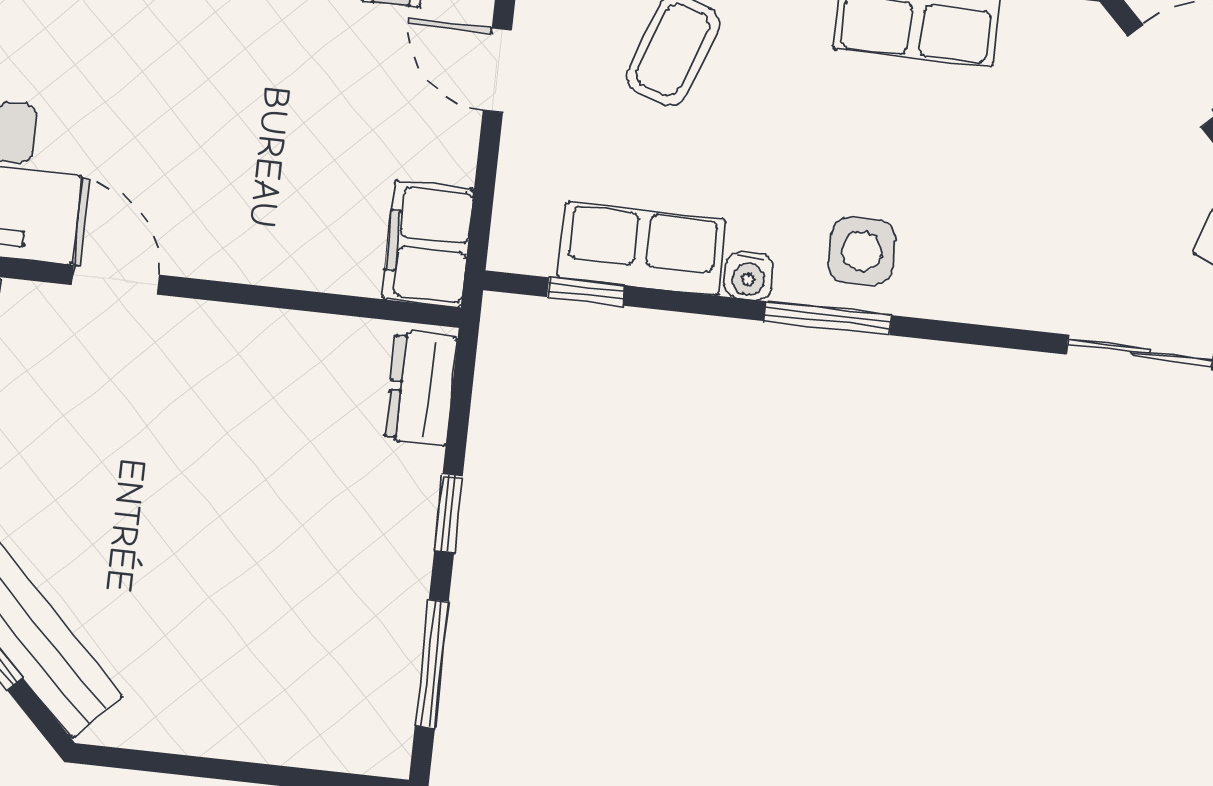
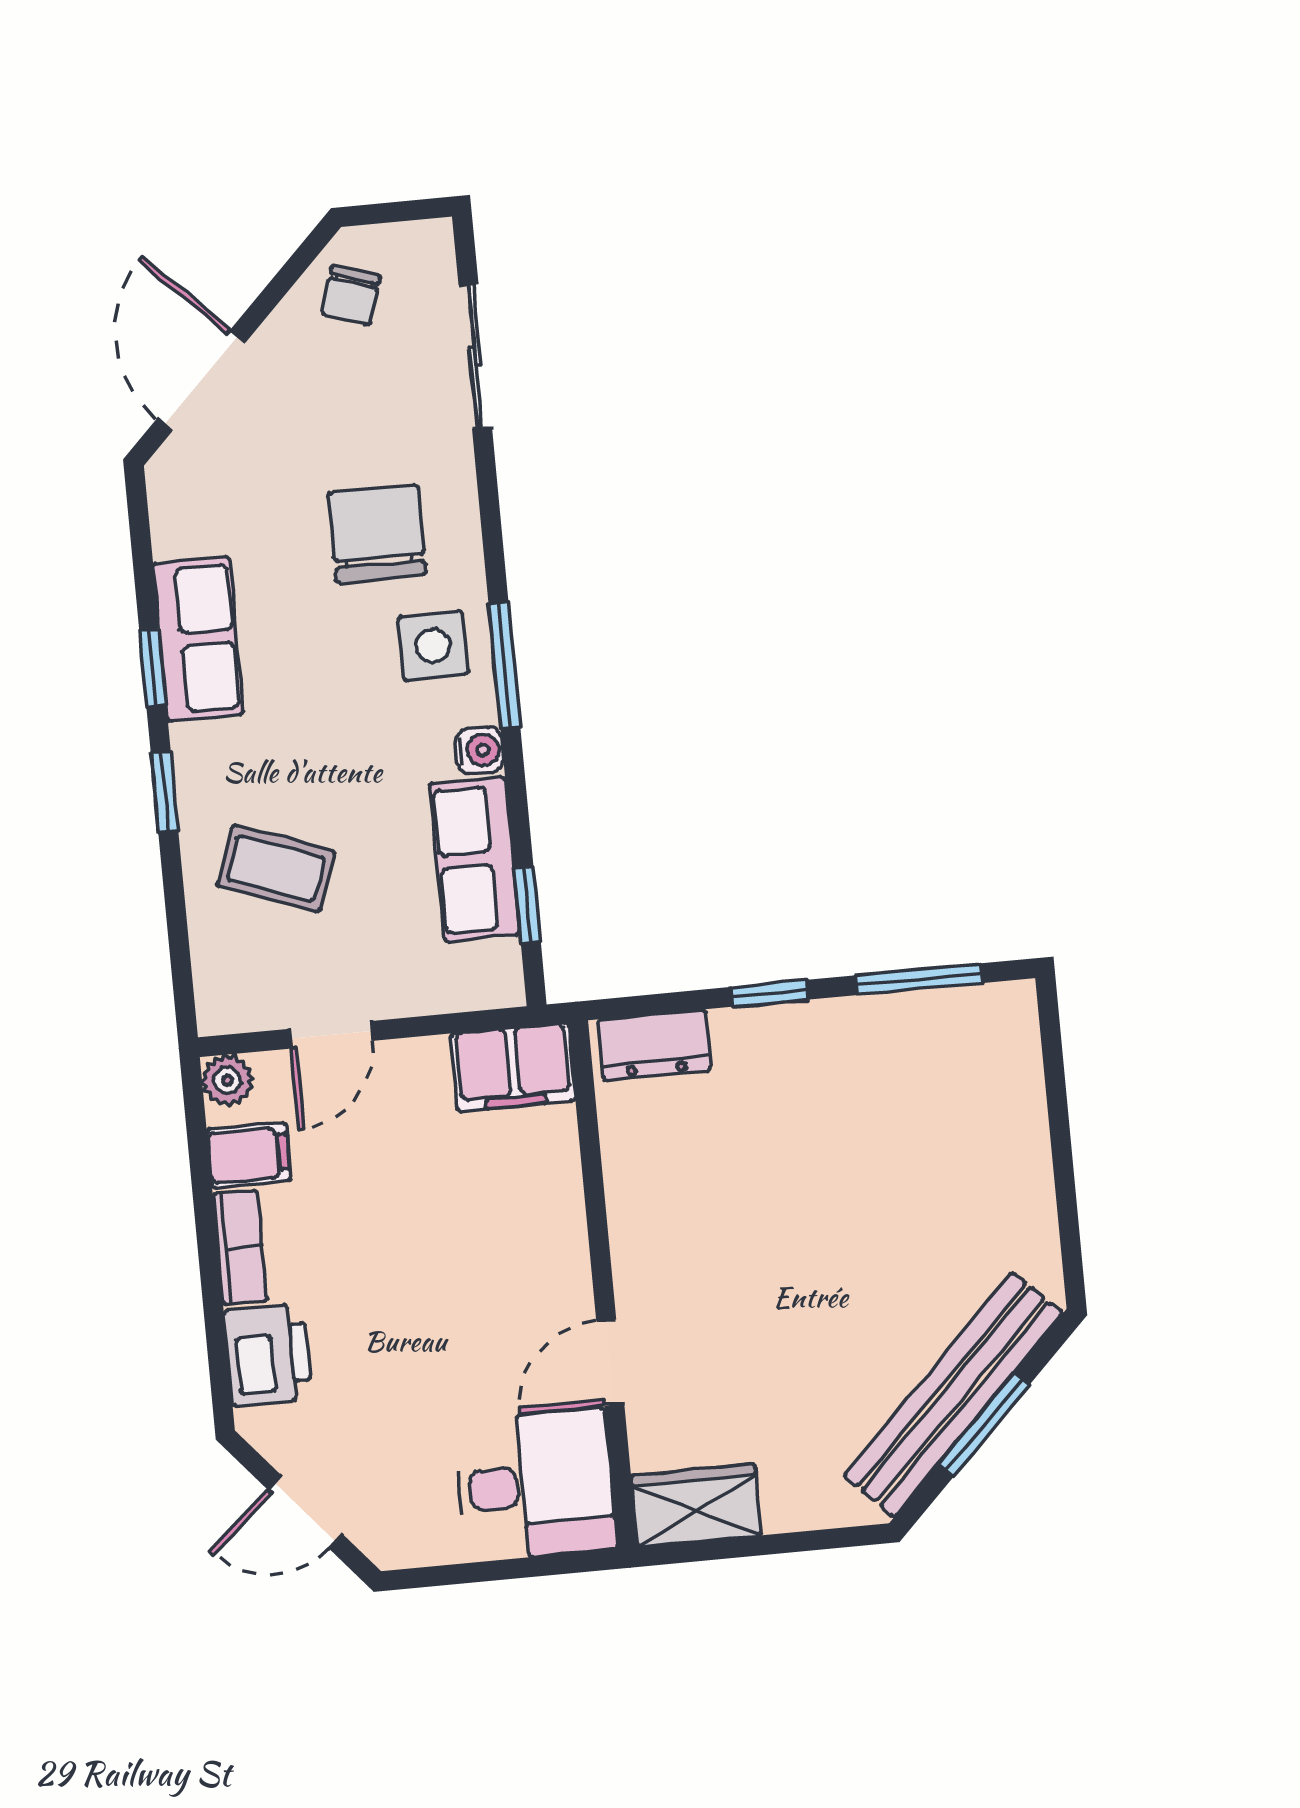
chair: (984, 219) -> (377, 534), added

